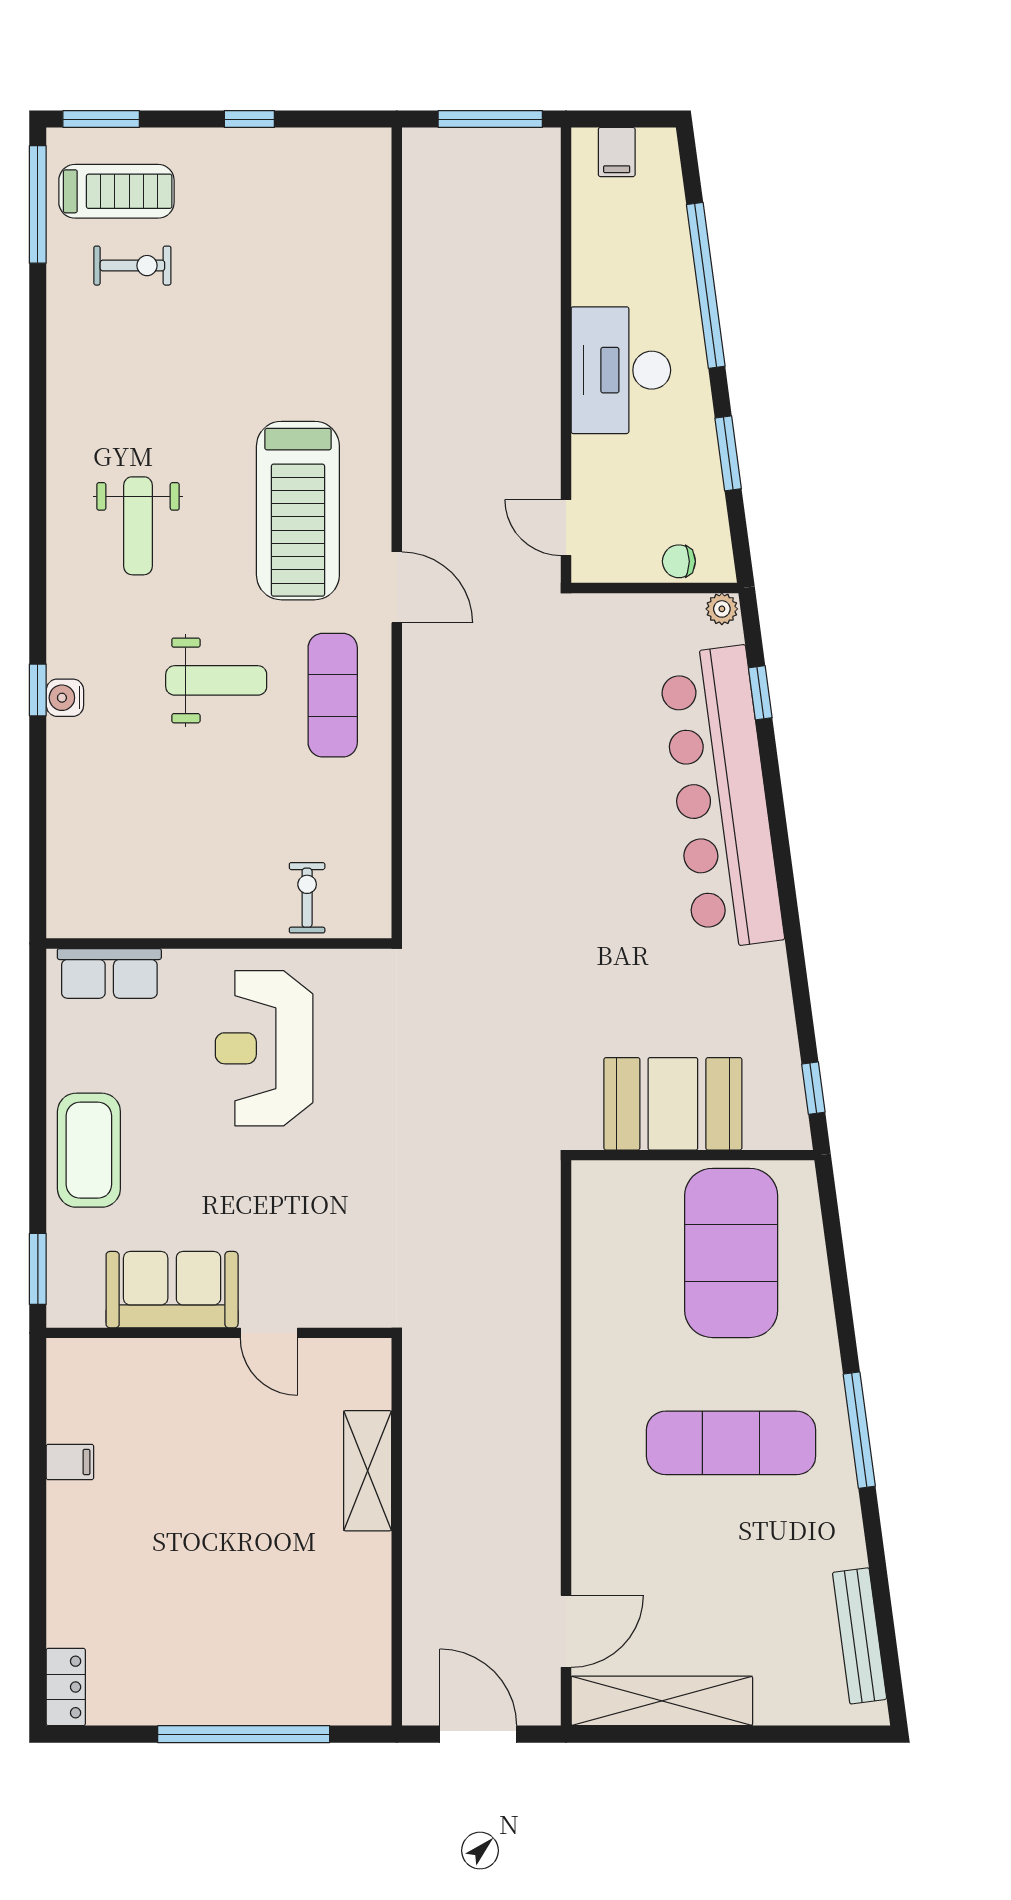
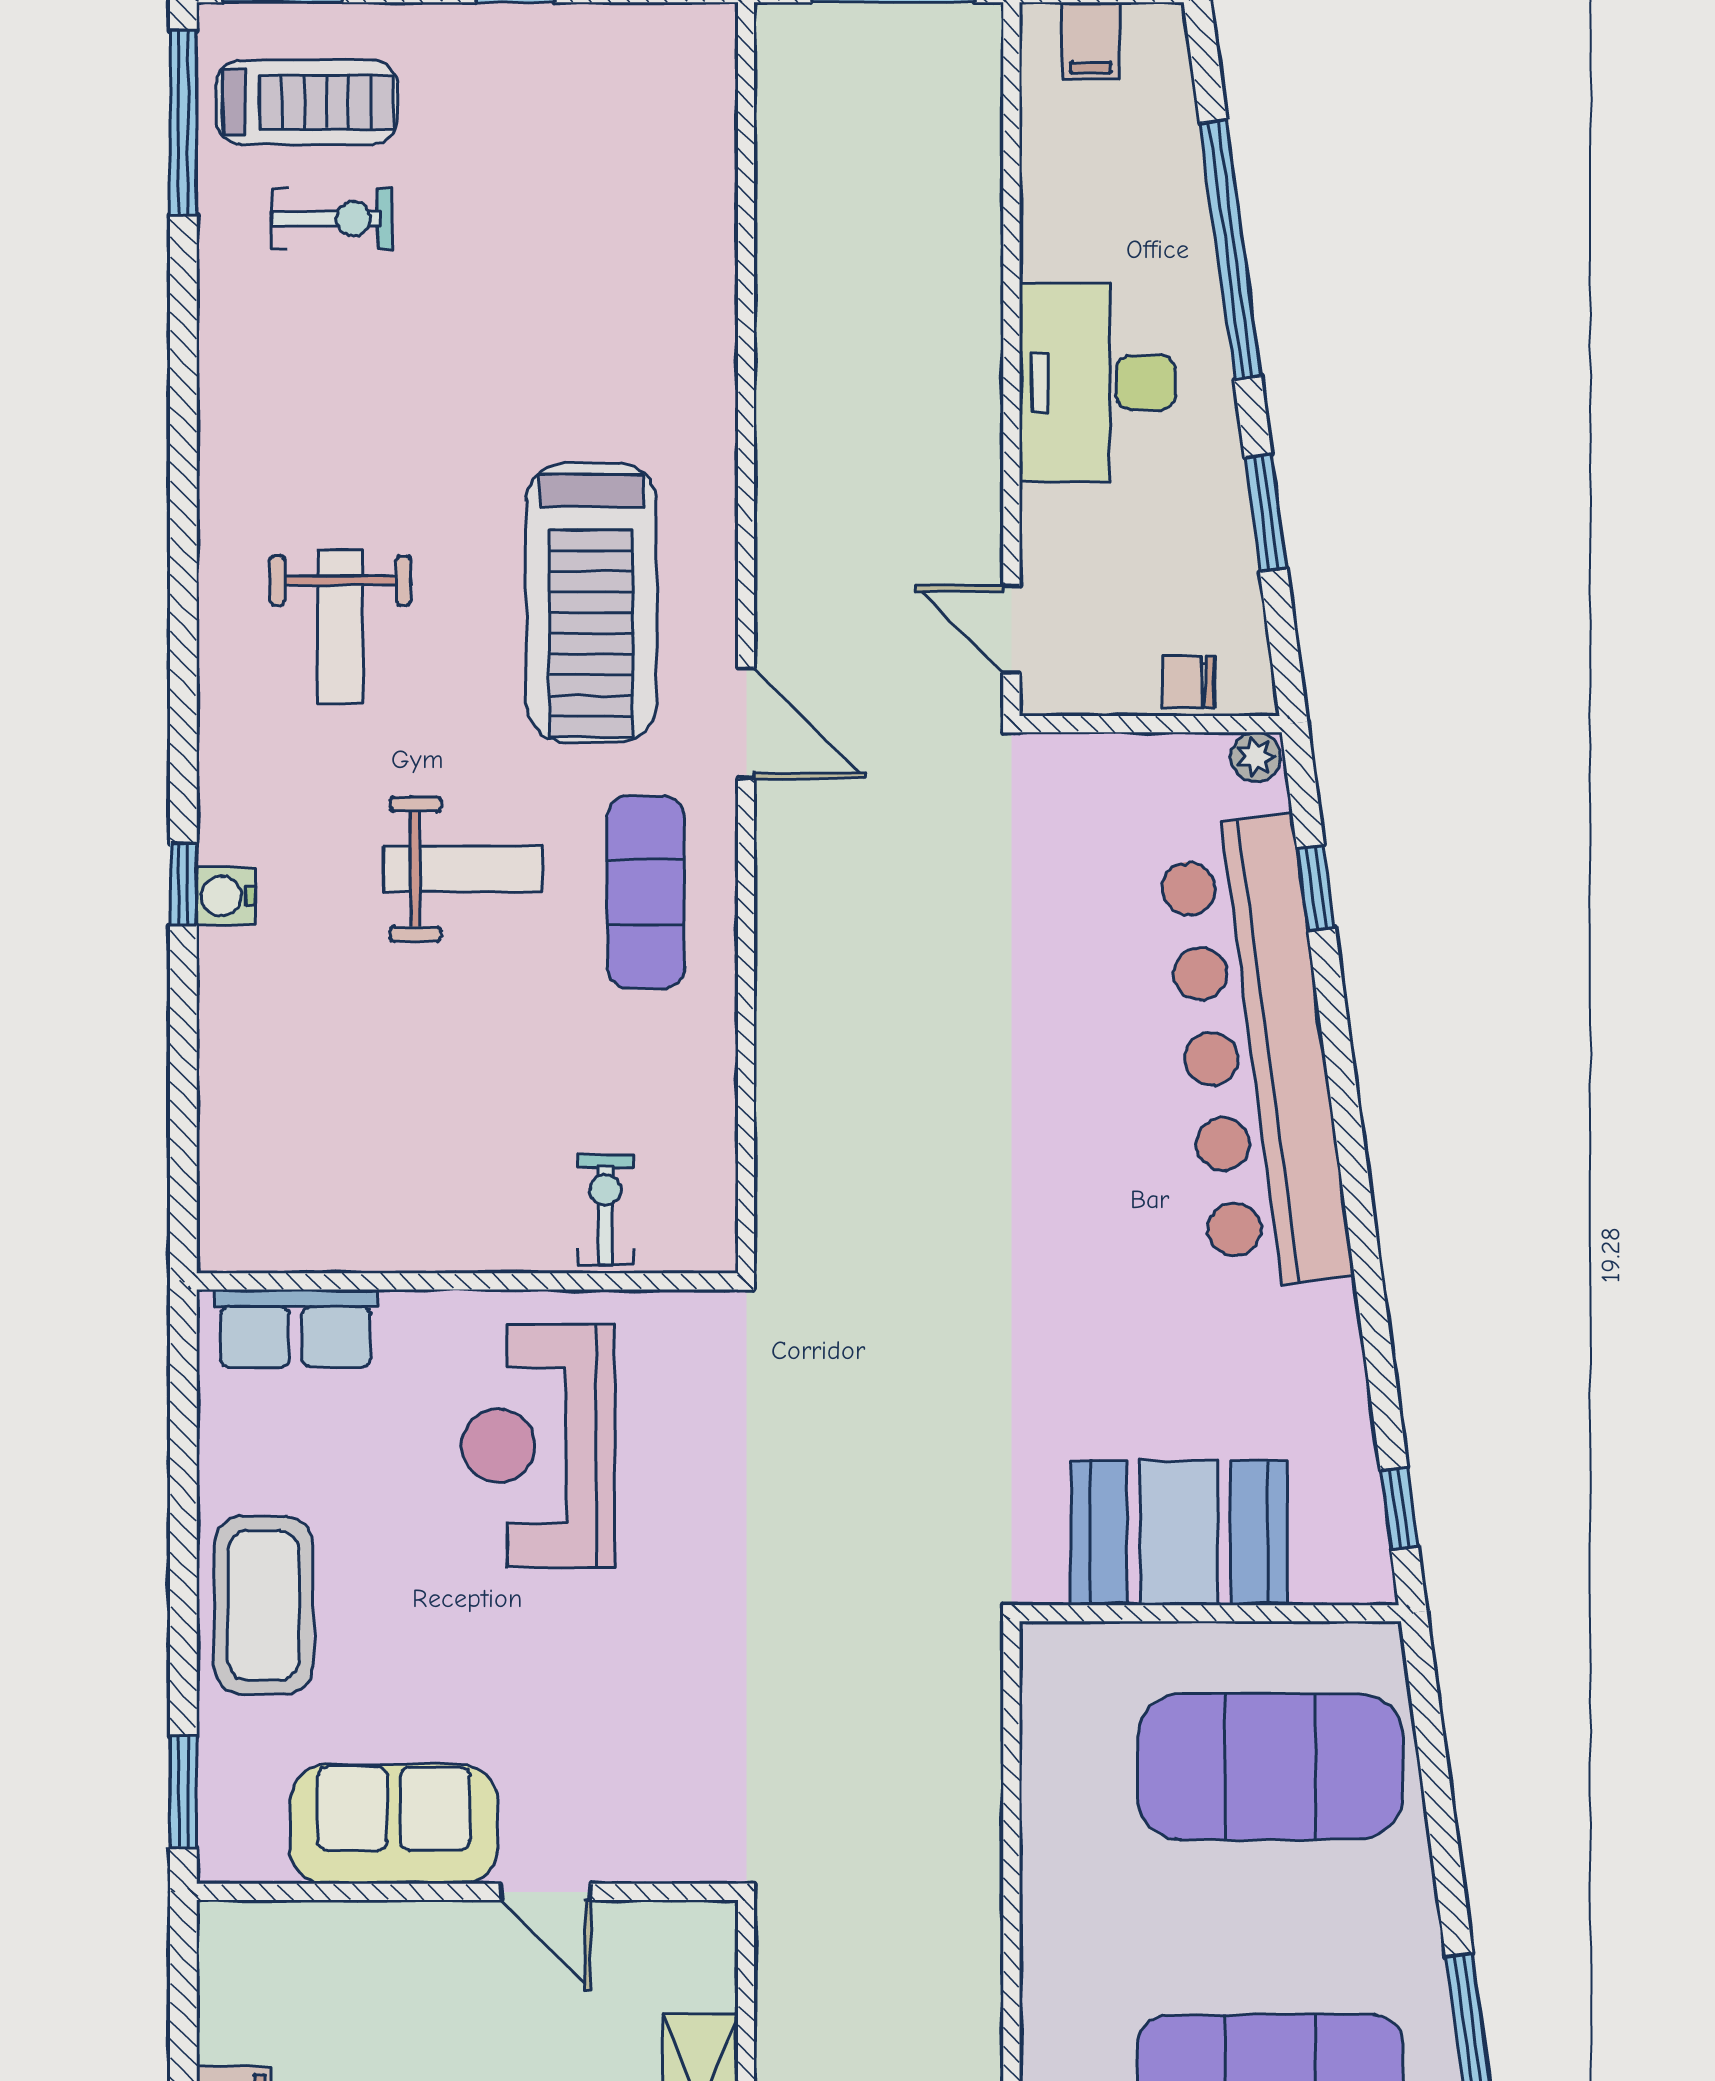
exercise mat: (731, 1253) -> (1270, 1767), turned 90

